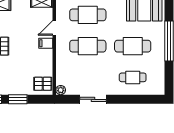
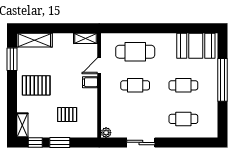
cafe table: (88, 46) -> (135, 85), width x0.73, depth x0.74
cafe table: (133, 46) -> (183, 85), width x0.73, depth x0.74
pallet: (43, 84) -> (67, 115), moved

